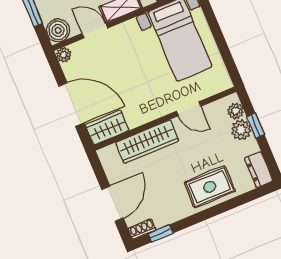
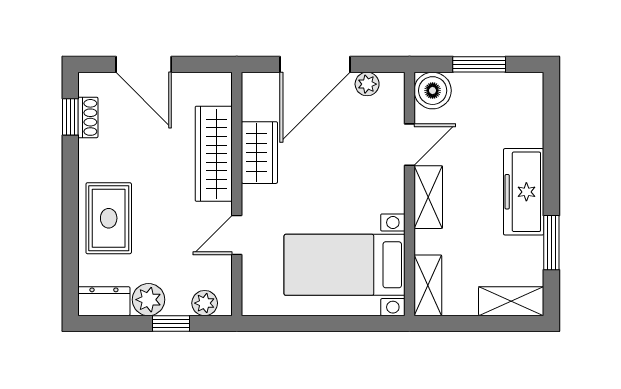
plant: (64, 55) -> (367, 84), moved
wardrobe: (107, 127) -> (259, 153), moved
plant: (241, 130) -> (148, 300), moved
shoe rack: (142, 229) -> (88, 117), moved

